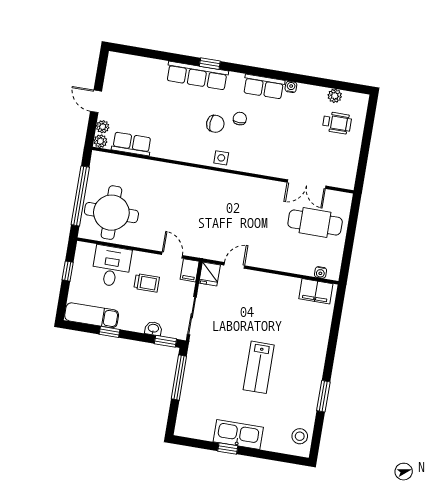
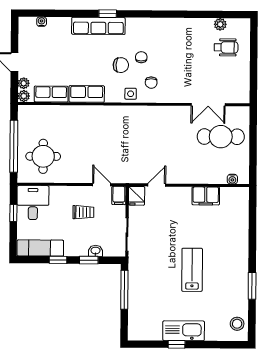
row of seats: (264, 87) -> (87, 94), moved, turned 180
water cooler: (291, 87) -> (42, 22), moved
chair: (246, 149) -> (151, 83), added
round table: (111, 213) -> (43, 156), width x0.73, depth x0.73
desk: (111, 266) -> (33, 203), moved
filing cabinet: (316, 291) -> (206, 196), moved
window: (165, 341) -> (89, 260), moved
lab bench: (259, 367) -> (192, 270), turned 180

